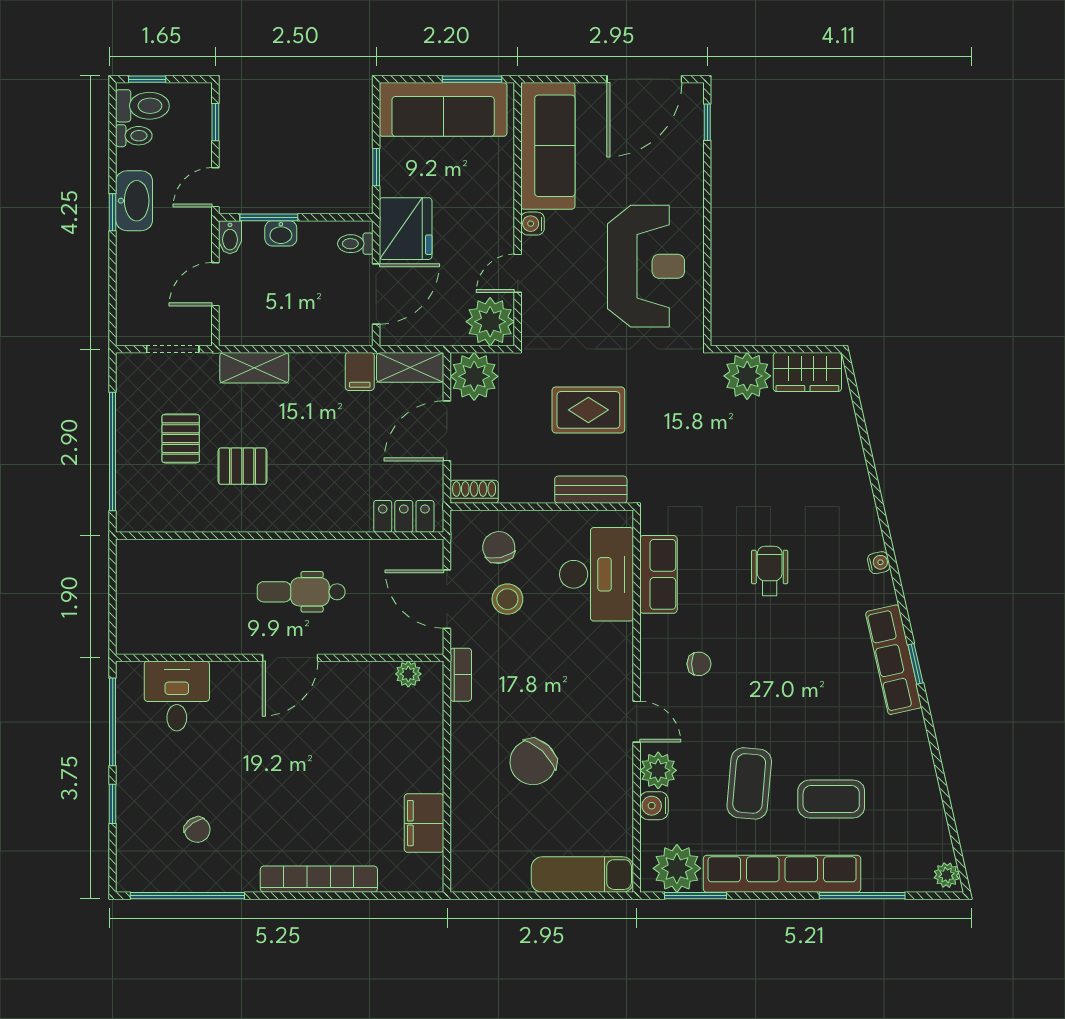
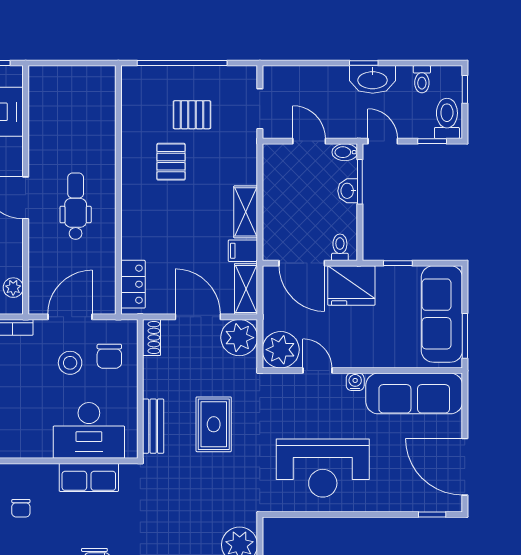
toilet: (142, 106) -> (447, 118), moved, turned 180
shelving: (254, 368) -> (246, 212), moved
chair: (499, 547) -> (109, 356), turned 102

